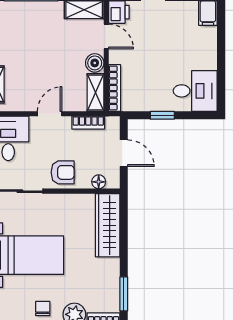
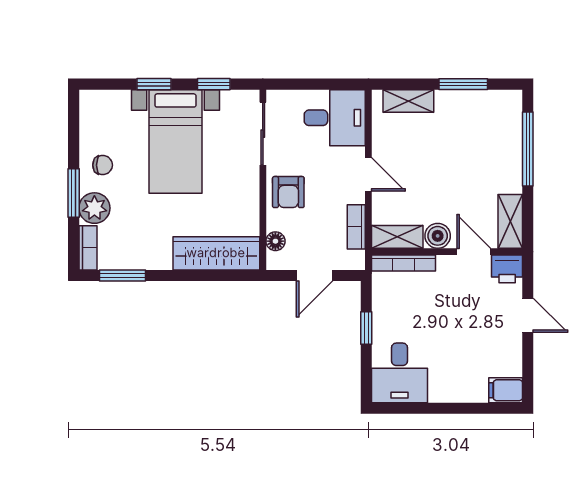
door: (106, 36) -> (474, 252), swing flipped

